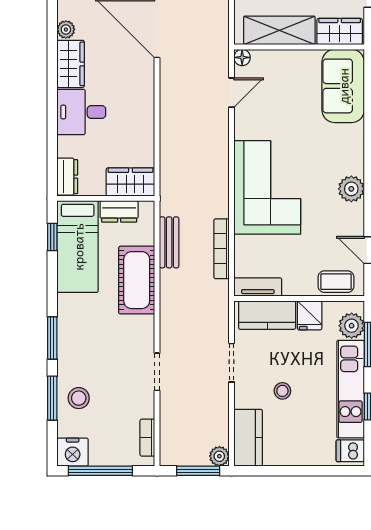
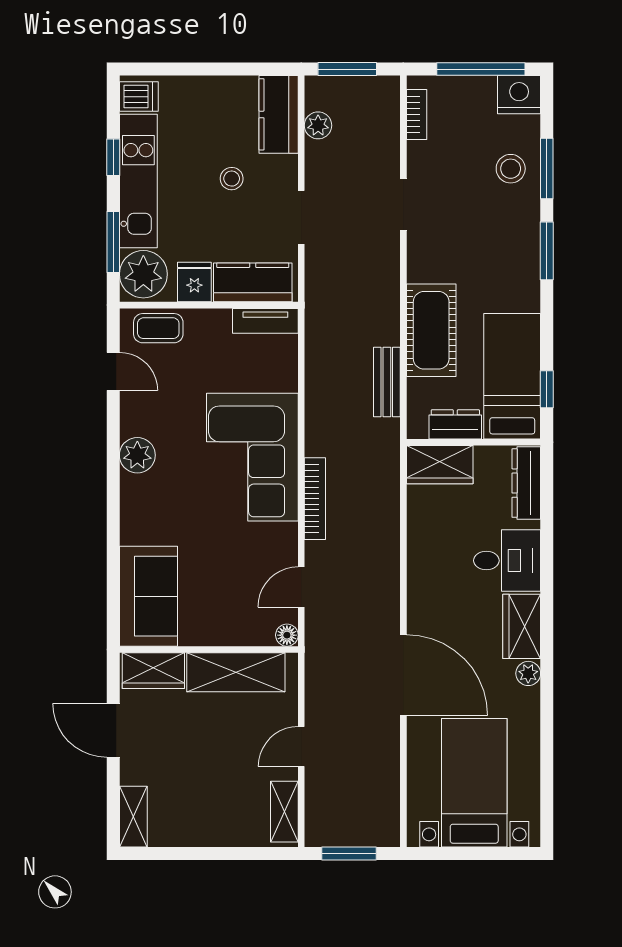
dresser: (67, 177) -> (526, 483), width x1.44
bookcase: (222, 249) -> (315, 499), moved
plant: (352, 326) -> (143, 274), width x1.36, depth x1.36
plant: (219, 456) -> (318, 125), moved

